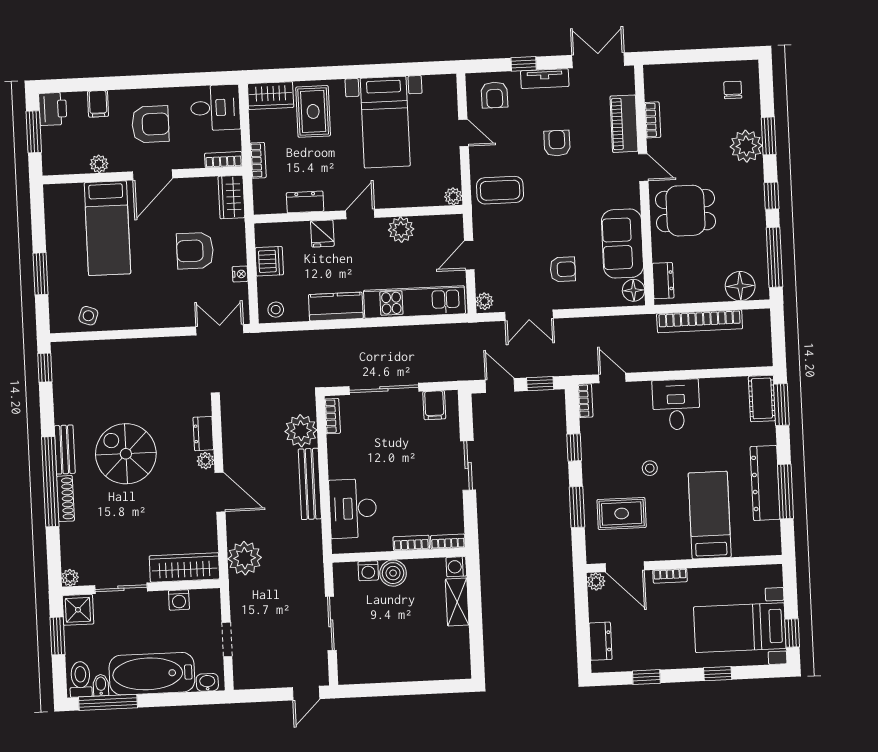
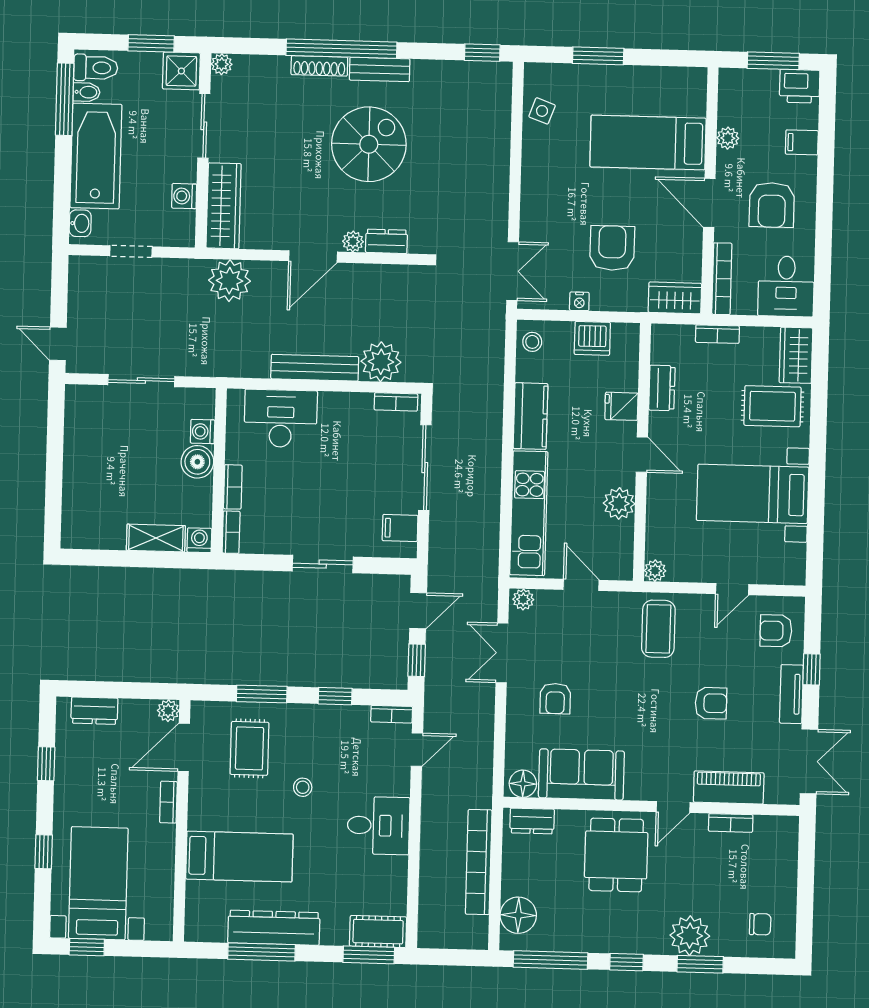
bookcase: (224, 160) -> (722, 279), width x1.56

